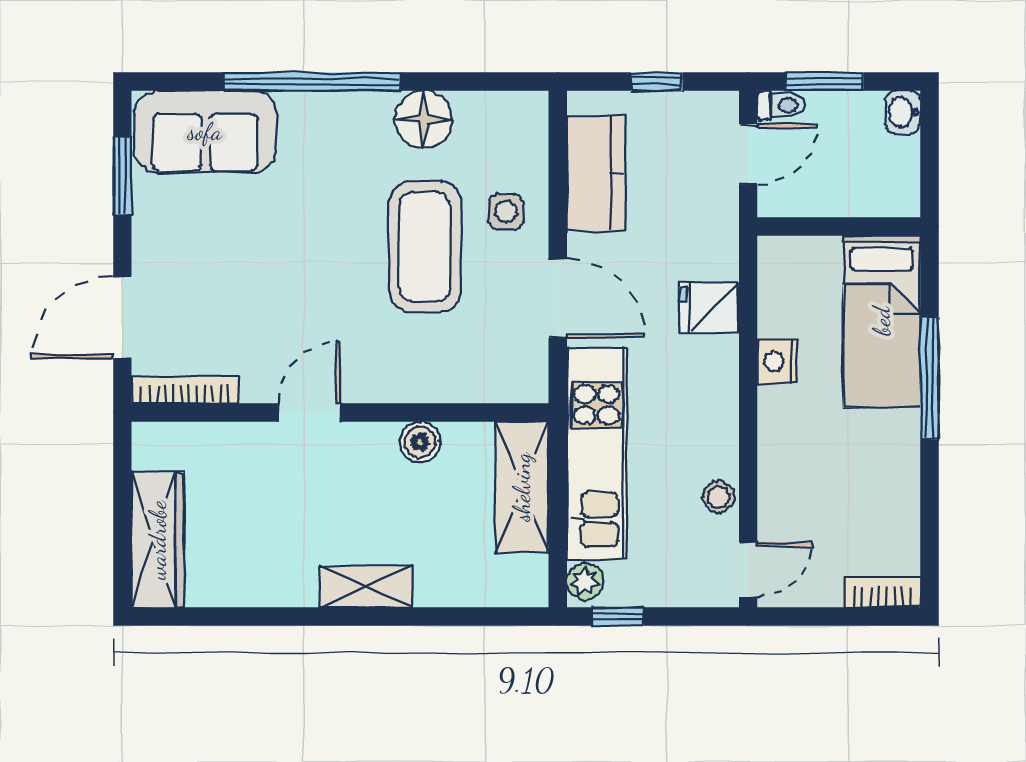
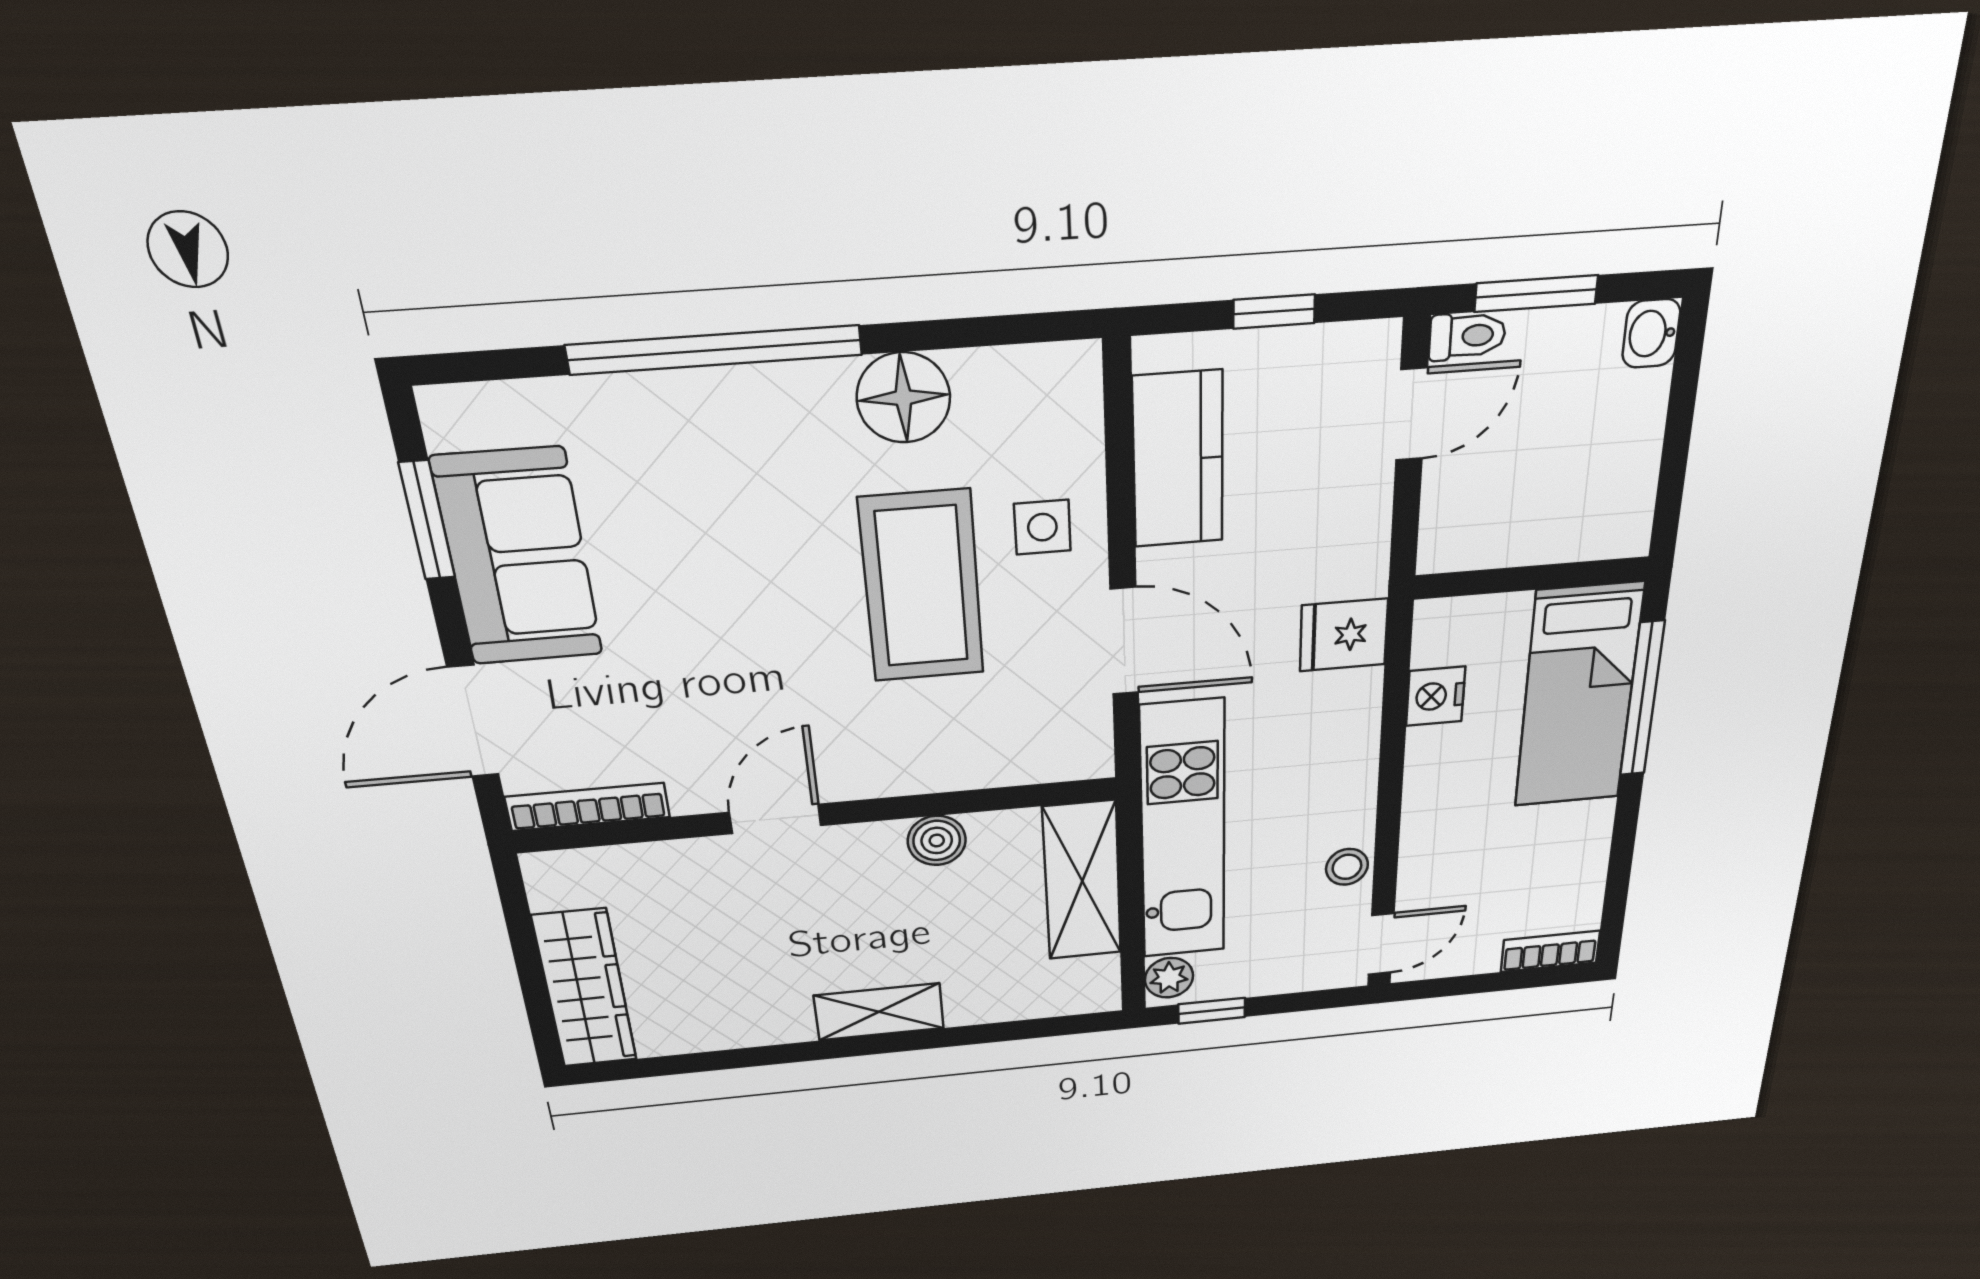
sofa: (205, 132) -> (518, 558), moved, turned -90
wall: (839, 227) -> (1531, 578), moved
bed: (882, 321) -> (1578, 696), moved

